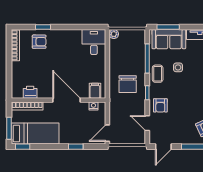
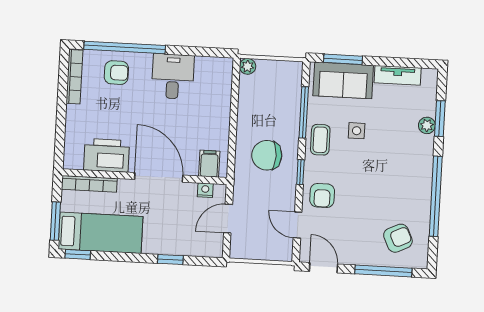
window: (43, 27) -> (125, 47), width x3.17
desk: (94, 42) -> (173, 76), moved
chair: (128, 84) -> (267, 155), turned 90
printer: (30, 92) -> (107, 155), width x1.87, depth x1.48
door: (107, 133) -> (228, 219), moved
door: (163, 147) -> (323, 268), swing flipped

